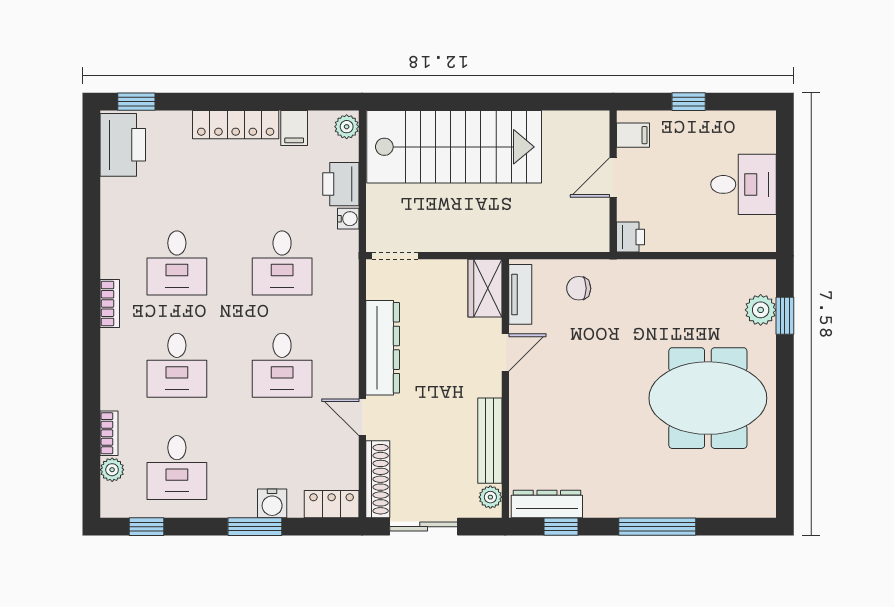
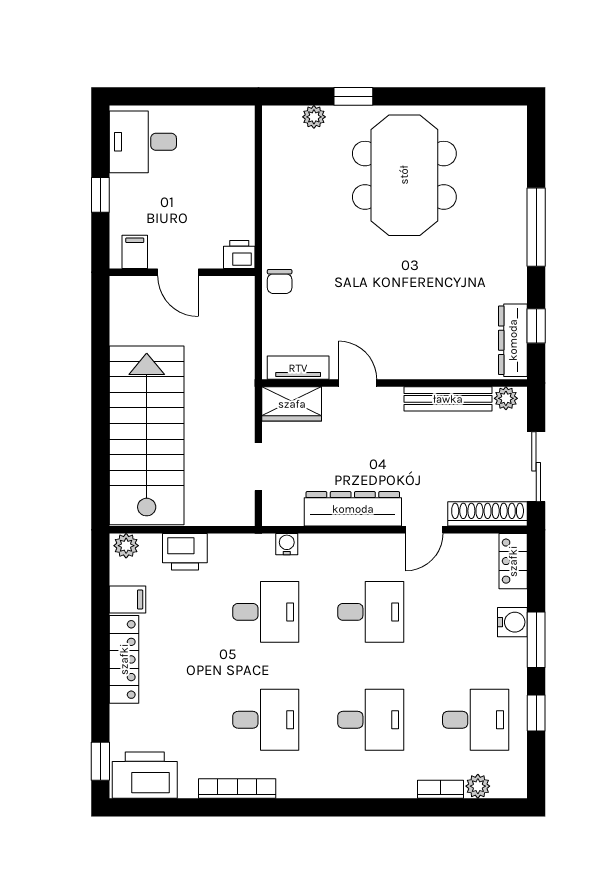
desk: (743, 184) -> (143, 142), moved, turned -90
water cooler: (348, 219) -> (287, 544), moved
doorway: (395, 256) -> (258, 467), moved
chair: (579, 288) -> (280, 281), moved
bookcase: (110, 303) -> (237, 789), moved, width x1.56
plant: (761, 310) -> (314, 117), width x0.73, depth x0.73
window: (785, 316) -> (353, 96), moved
window: (146, 527) -> (536, 713), moved

